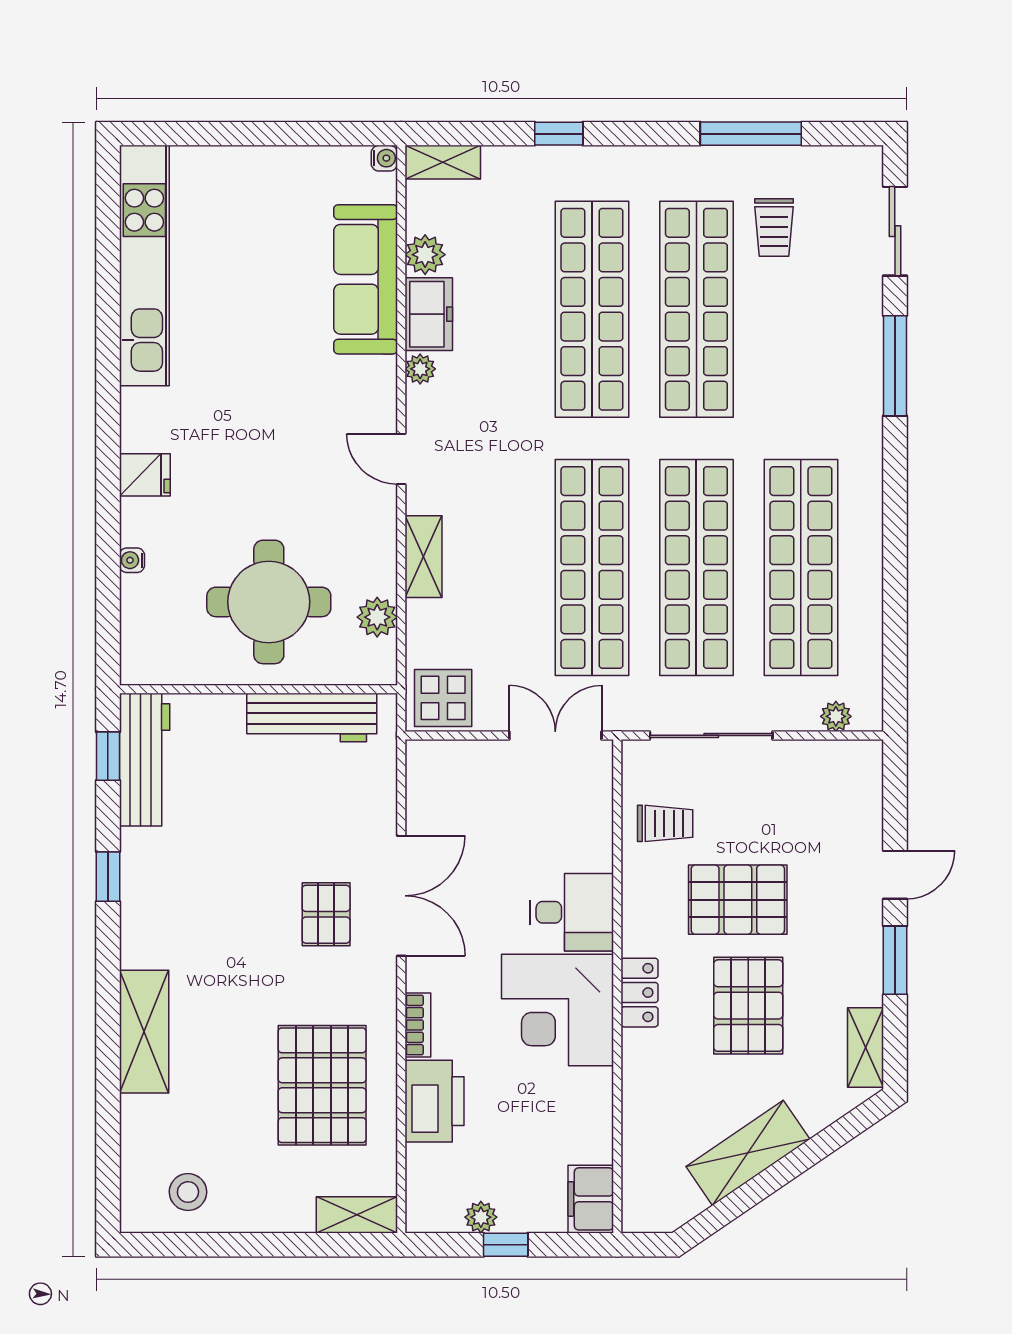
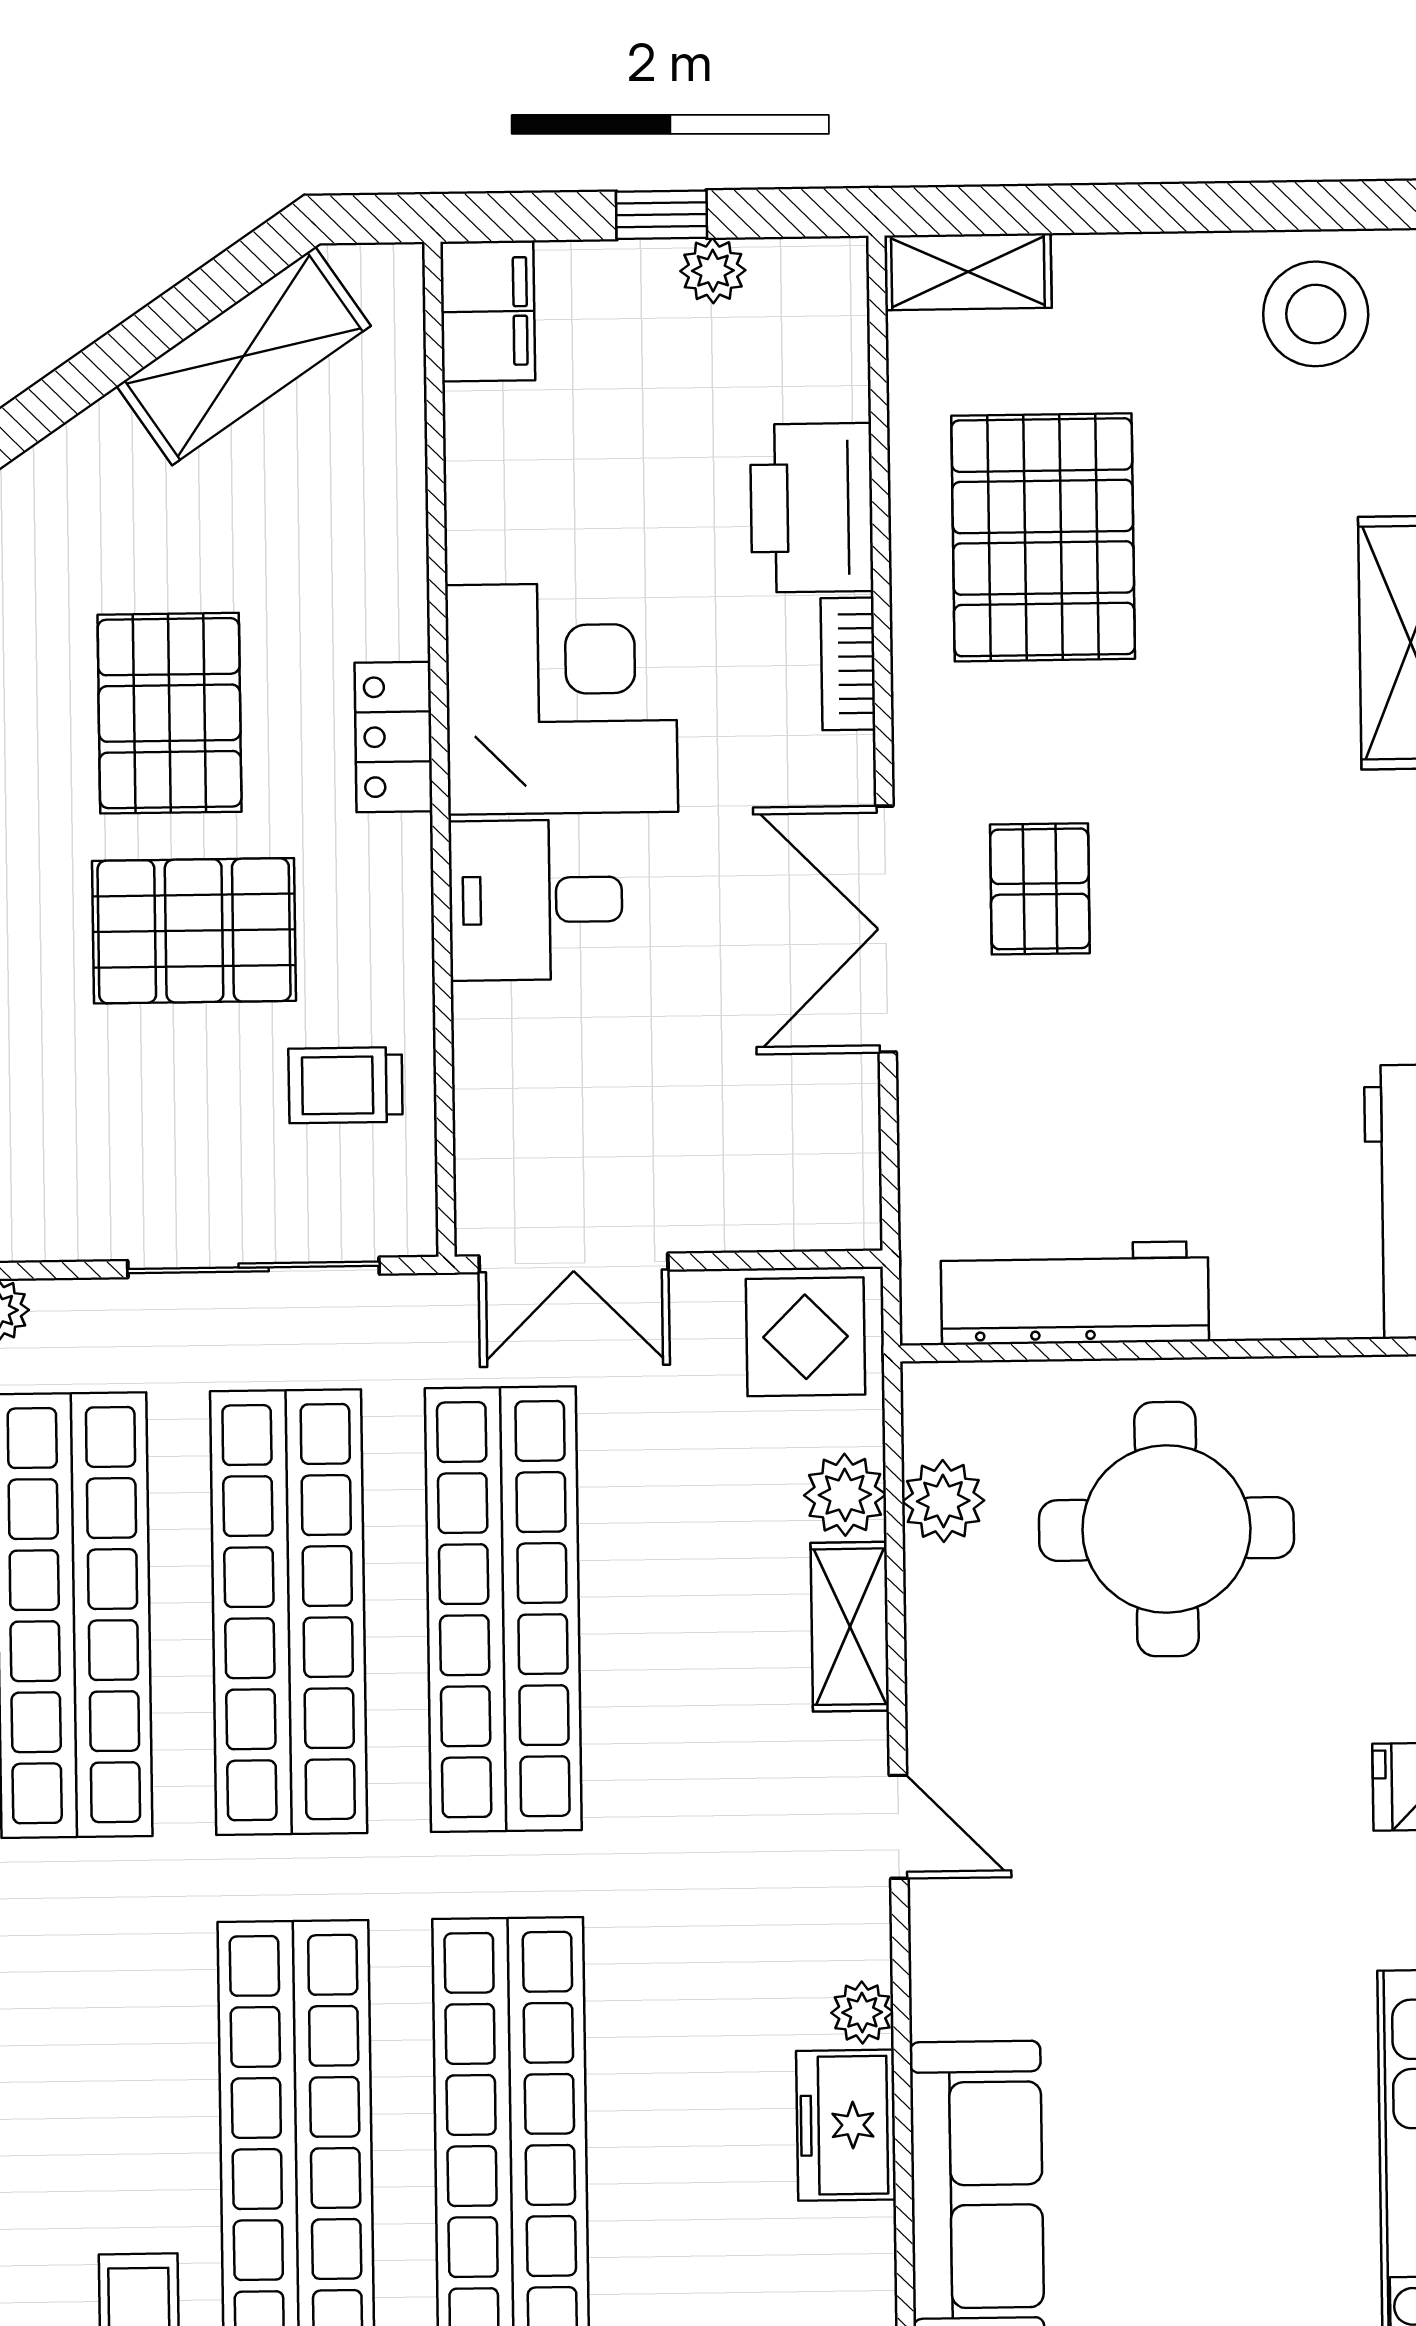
plant: (425, 255) -> (845, 1495), moved
shelving: (748, 1153) -> (244, 356), moved
stool: (188, 1192) -> (1316, 314), width x1.38, depth x1.38

